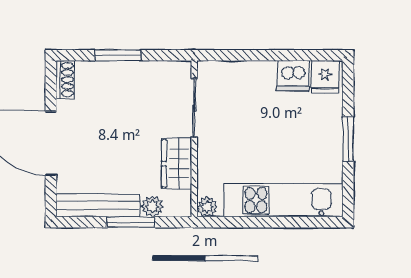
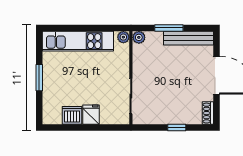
window: (118, 55) -> (177, 127), width x0.67
fridge: (325, 77) -> (91, 115), moved
wardrobe: (177, 164) -> (141, 63), removed
plant: (152, 206) -> (139, 37), moved

